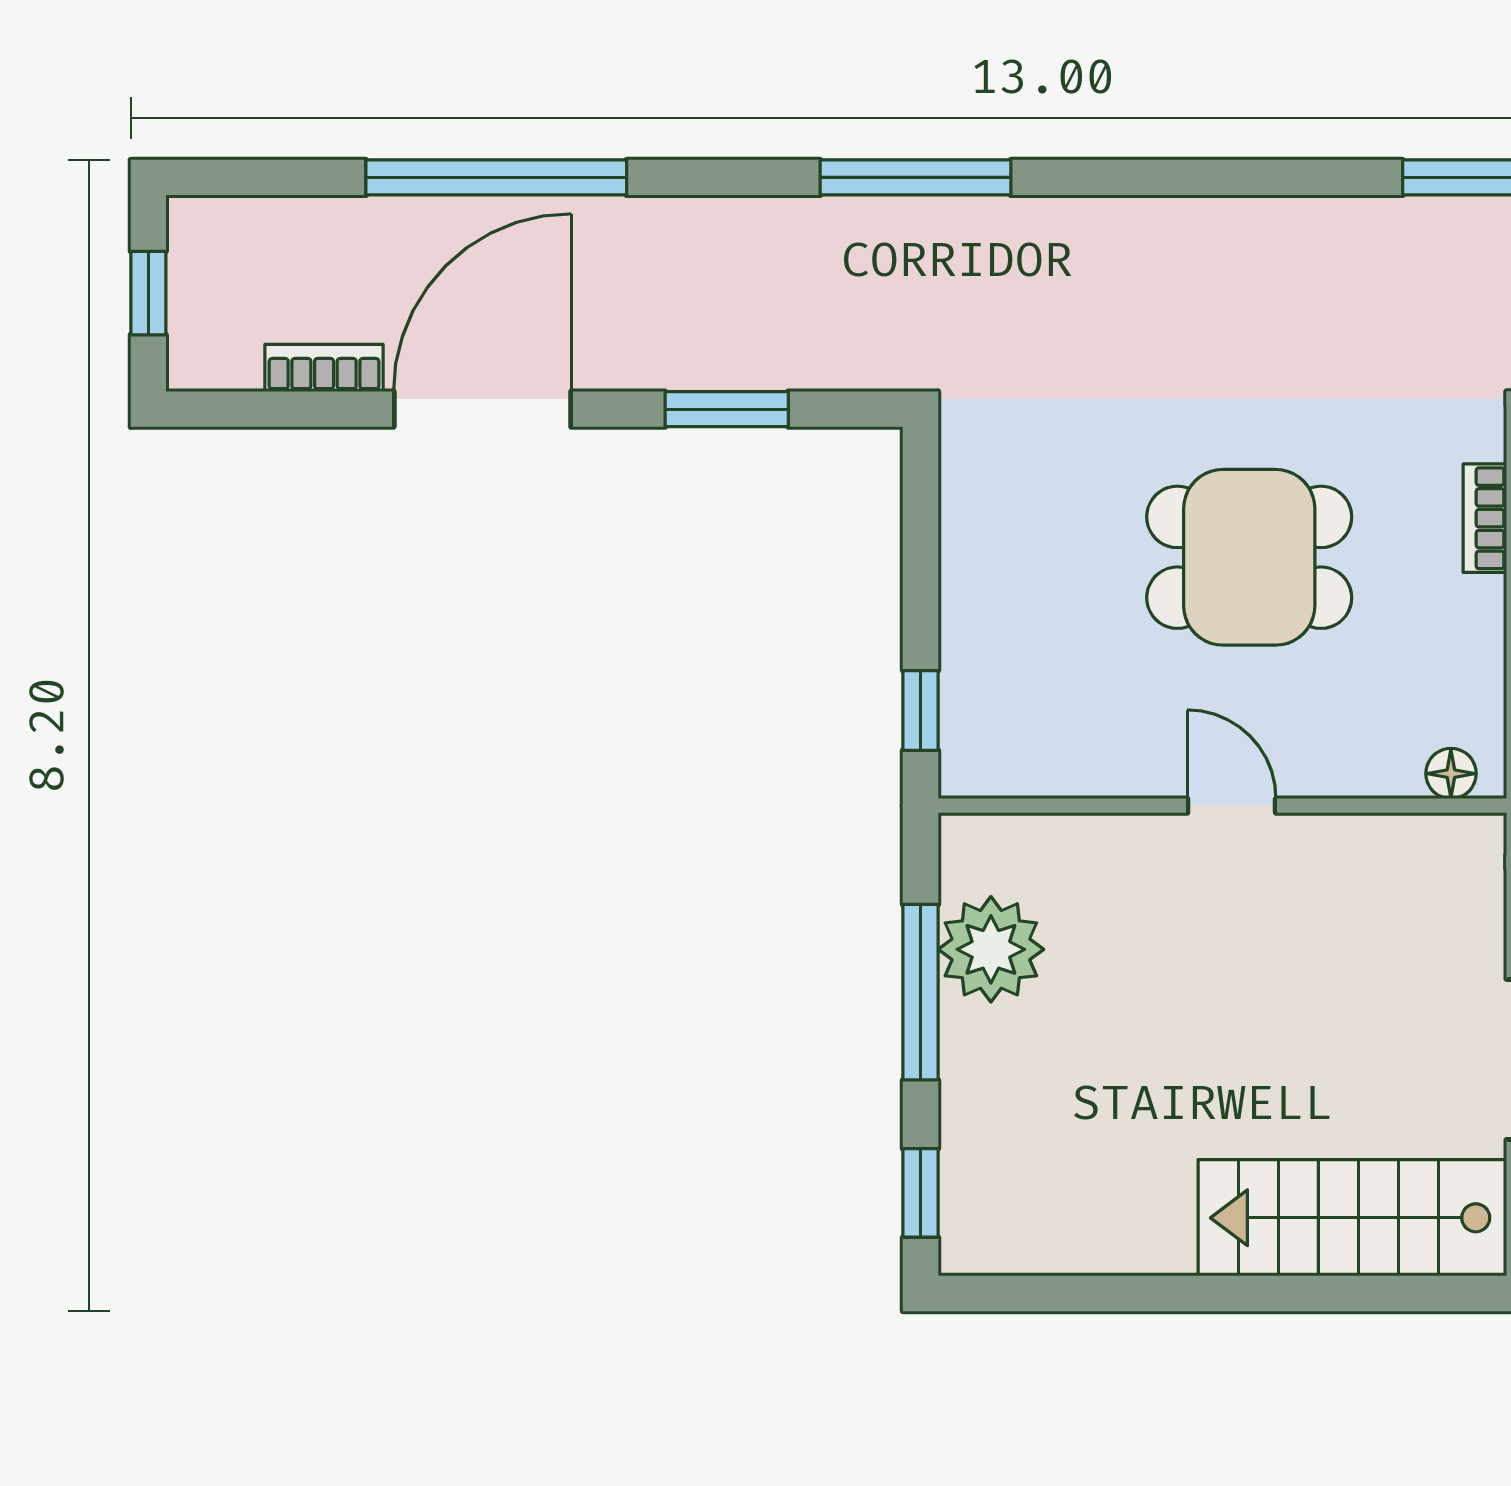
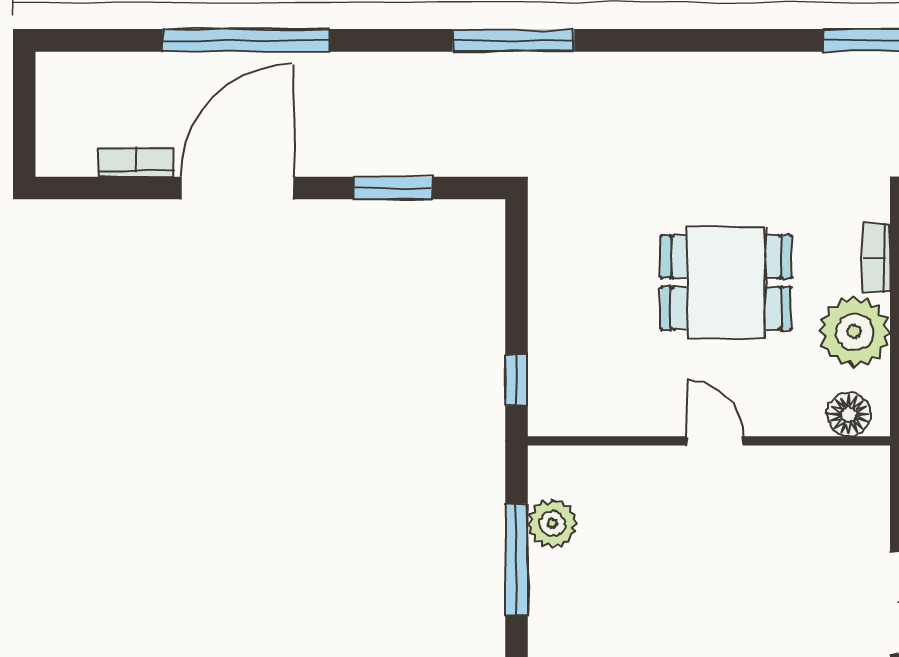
window: (148, 293) -> (24, 114), removed
plant: (1450, 634) -> (854, 332), added
floor lamp: (1451, 774) -> (849, 414), width x1.37, depth x1.37
plant: (991, 949) -> (552, 524), width x0.73, depth x0.73

